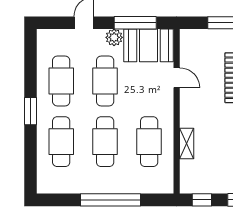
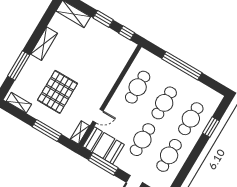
plant: (114, 37) -> (121, 163), removed
door: (177, 78) -> (98, 116), swing flipped
window: (31, 111) -> (211, 127), moved
shelving: (187, 143) -> (80, 132), moved

